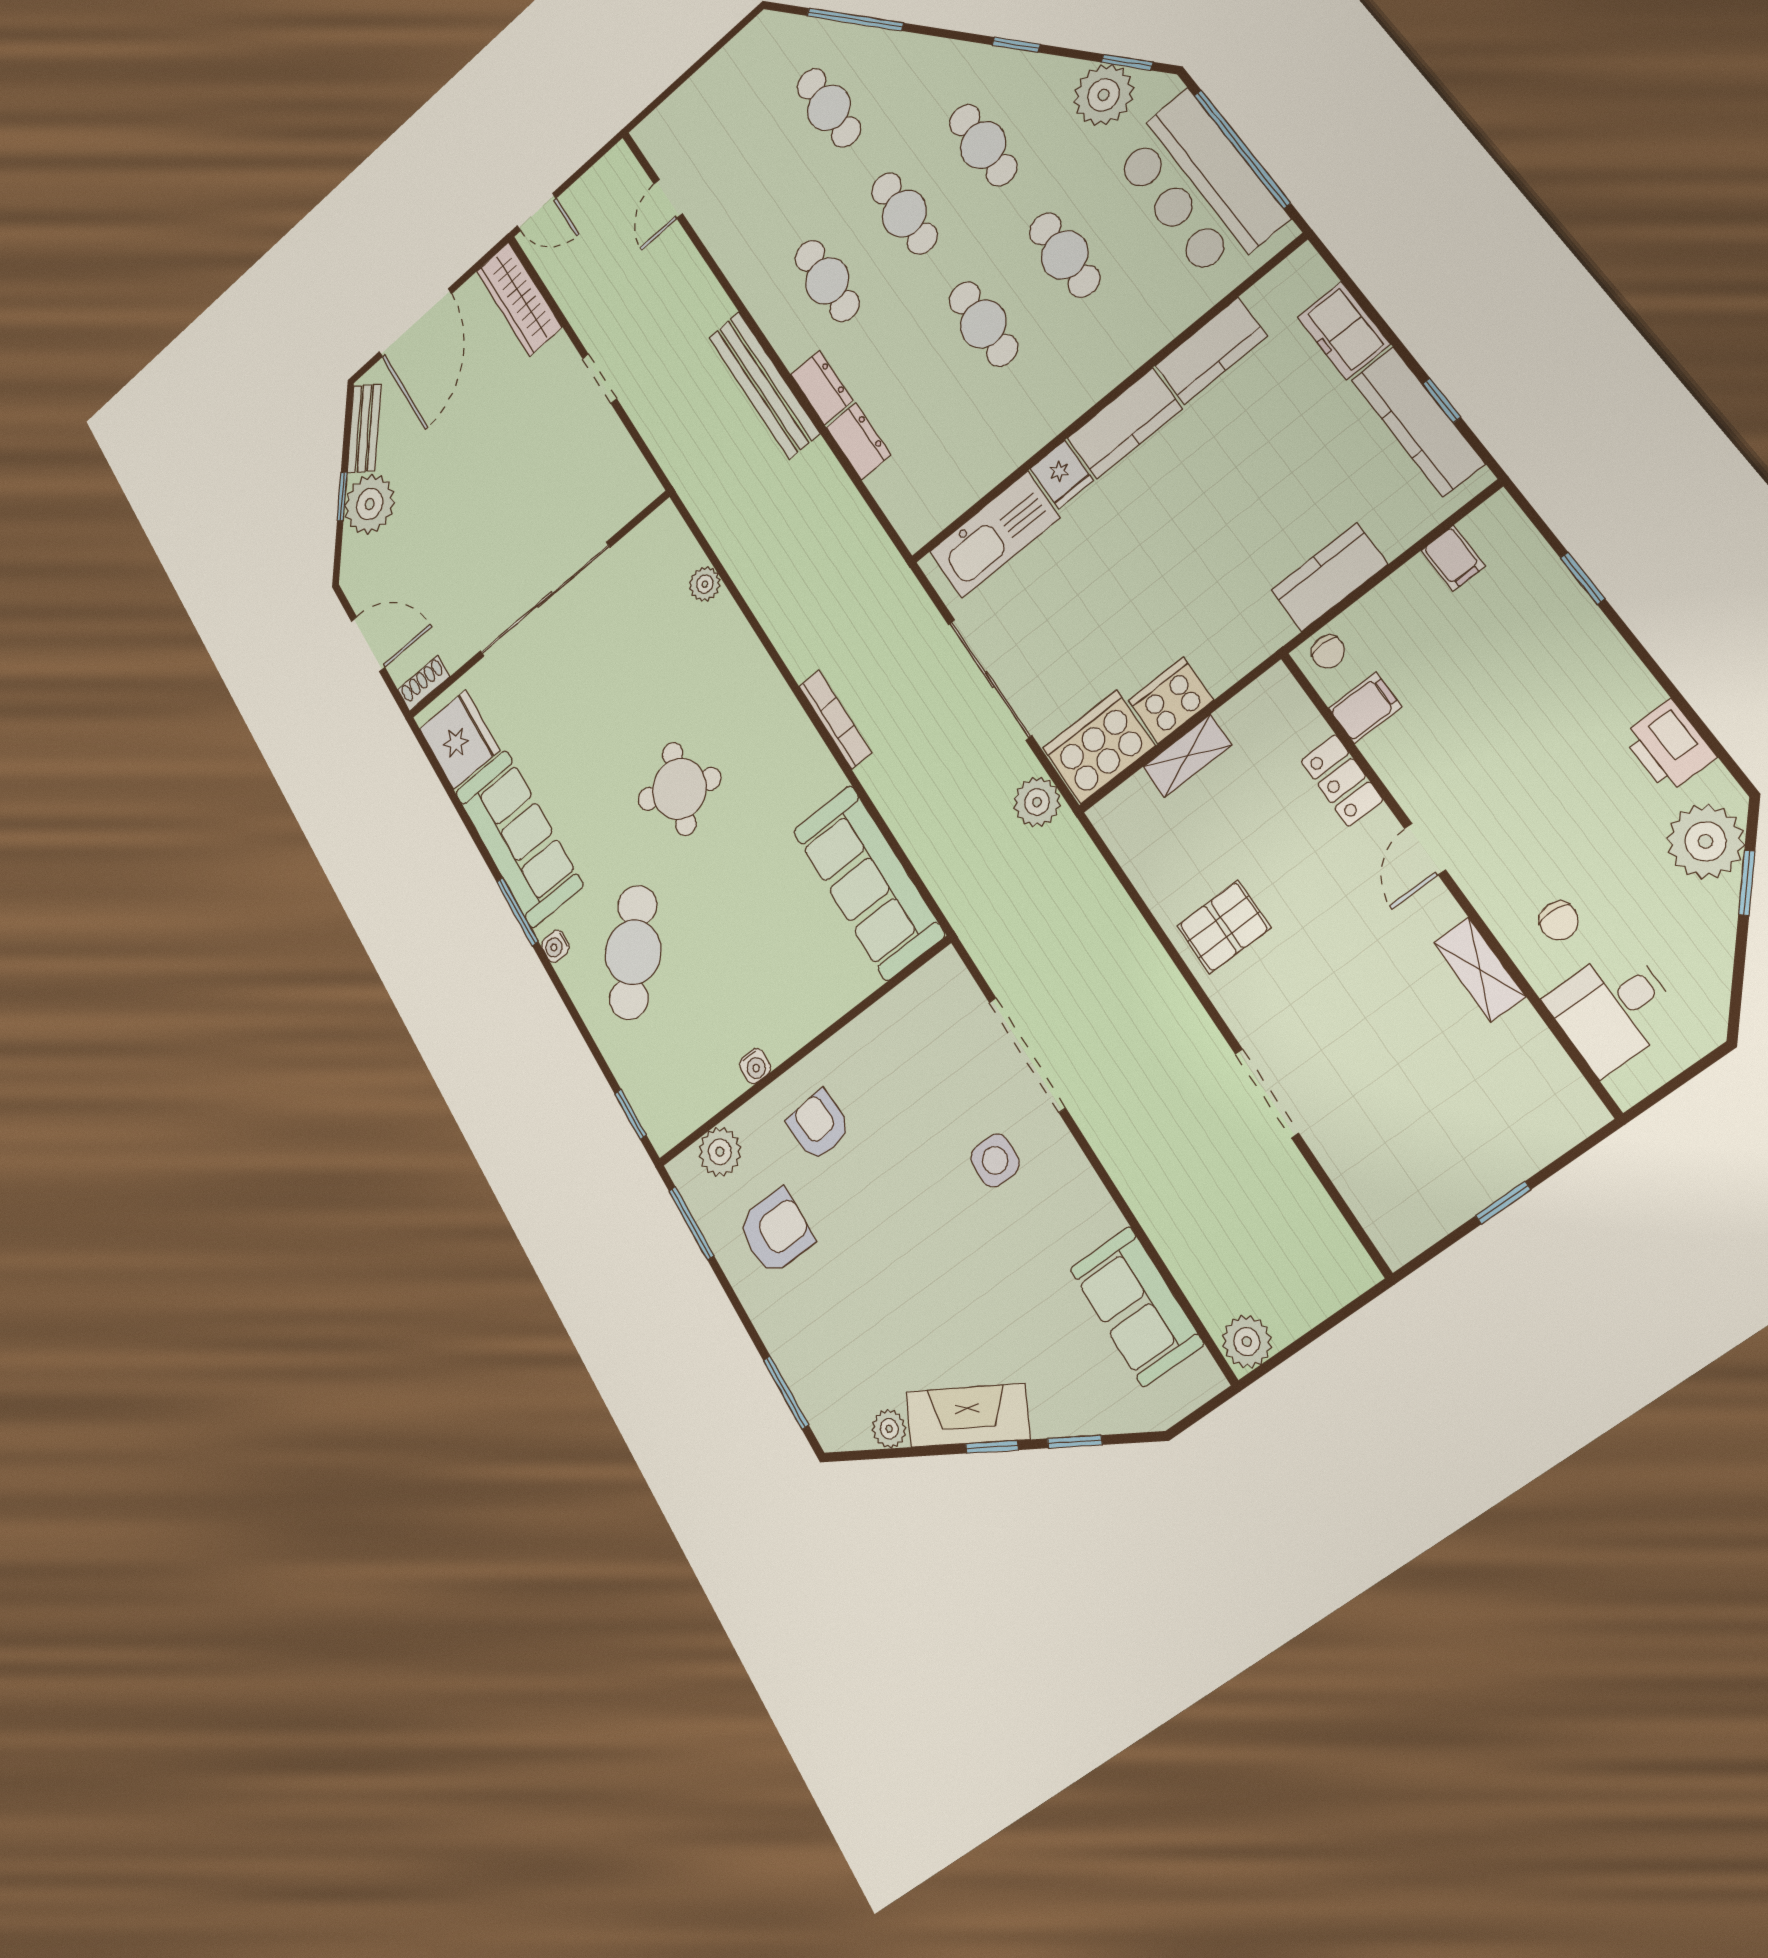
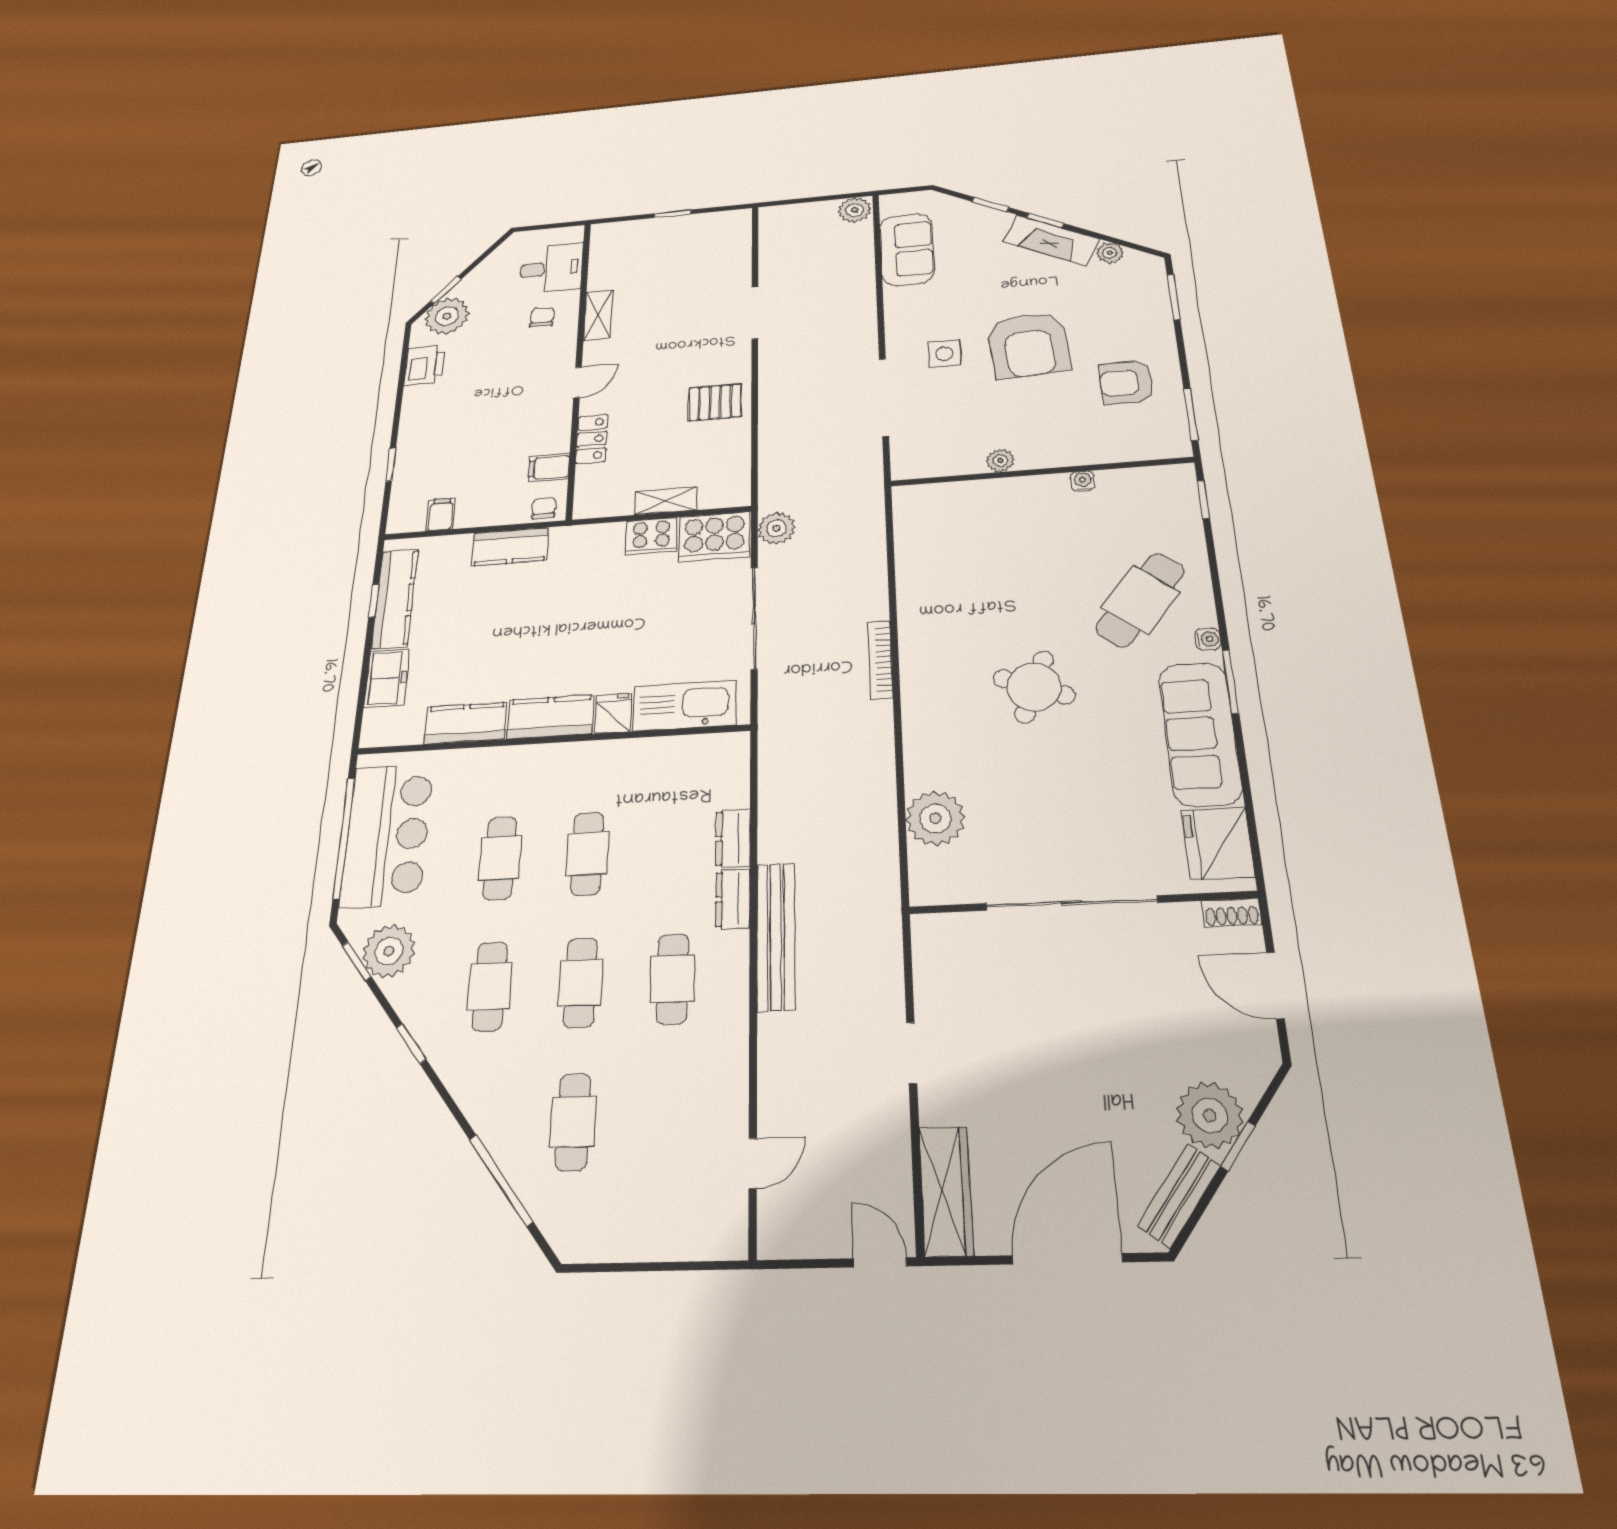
plant: (705, 584) -> (935, 818), width x1.88, depth x1.88
sofa: (868, 882) -> (925, 546), removed
armchair: (819, 1125) -> (1029, 345), moved, width x1.88, depth x1.88
plant: (720, 1152) -> (1000, 461), moved, width x0.73, depth x0.73

